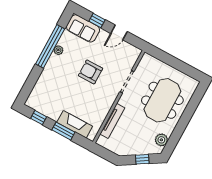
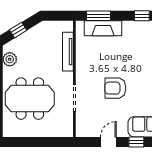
armchair: (91, 72) -> (115, 88), turned 180
meeting table: (162, 100) -> (30, 99), turned 90
window: (63, 131) -> (98, 16), moved

